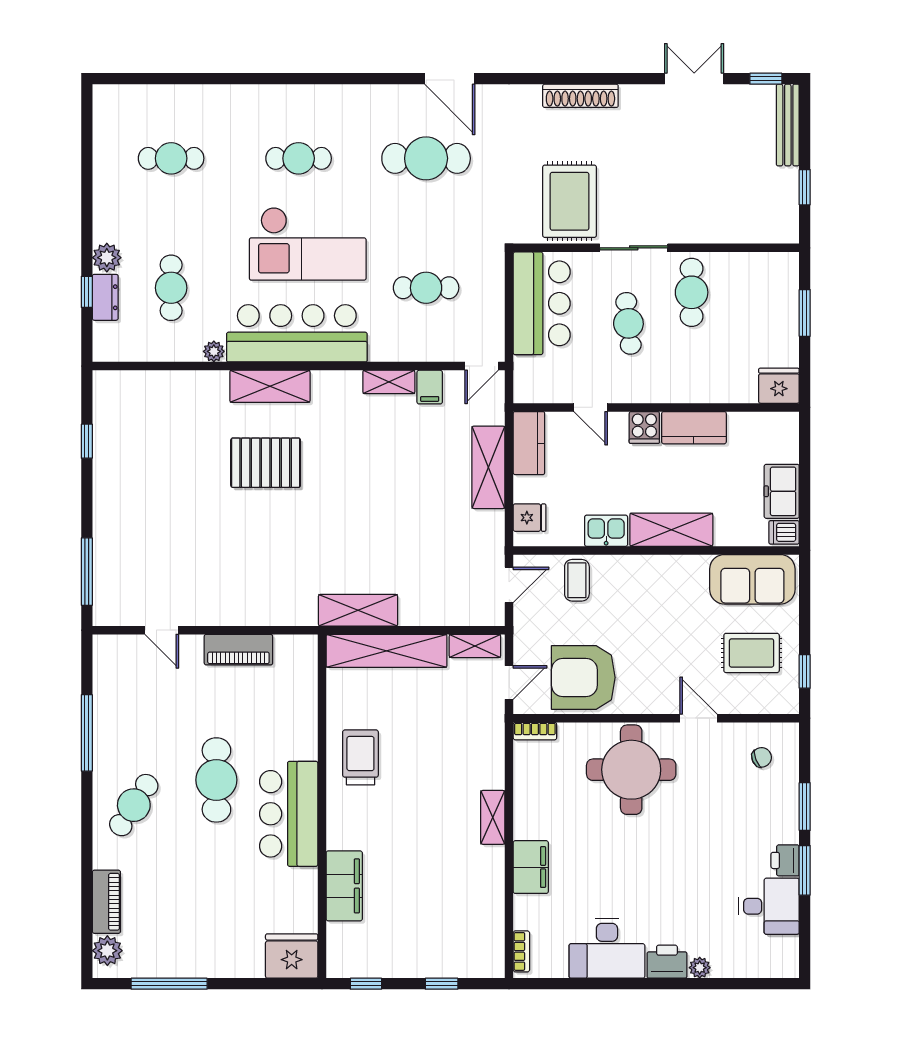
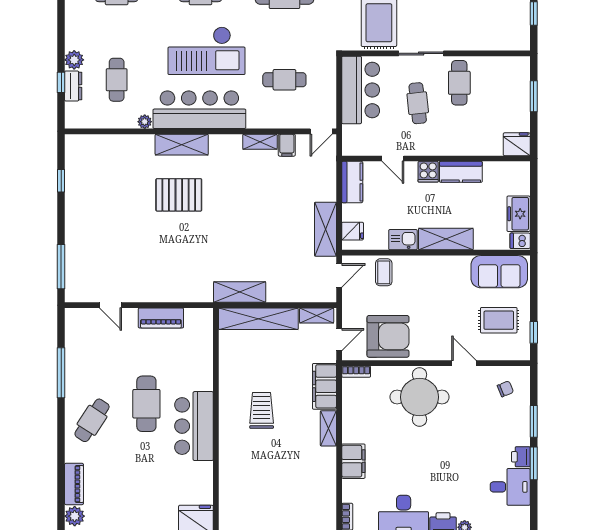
shelving: (488, 467) -> (326, 229), moved
armchair: (583, 678) -> (388, 336), turned 180
trolley: (360, 757) -> (262, 410), moved
filing cabinet: (344, 886) -> (324, 386), moved, turned 180

